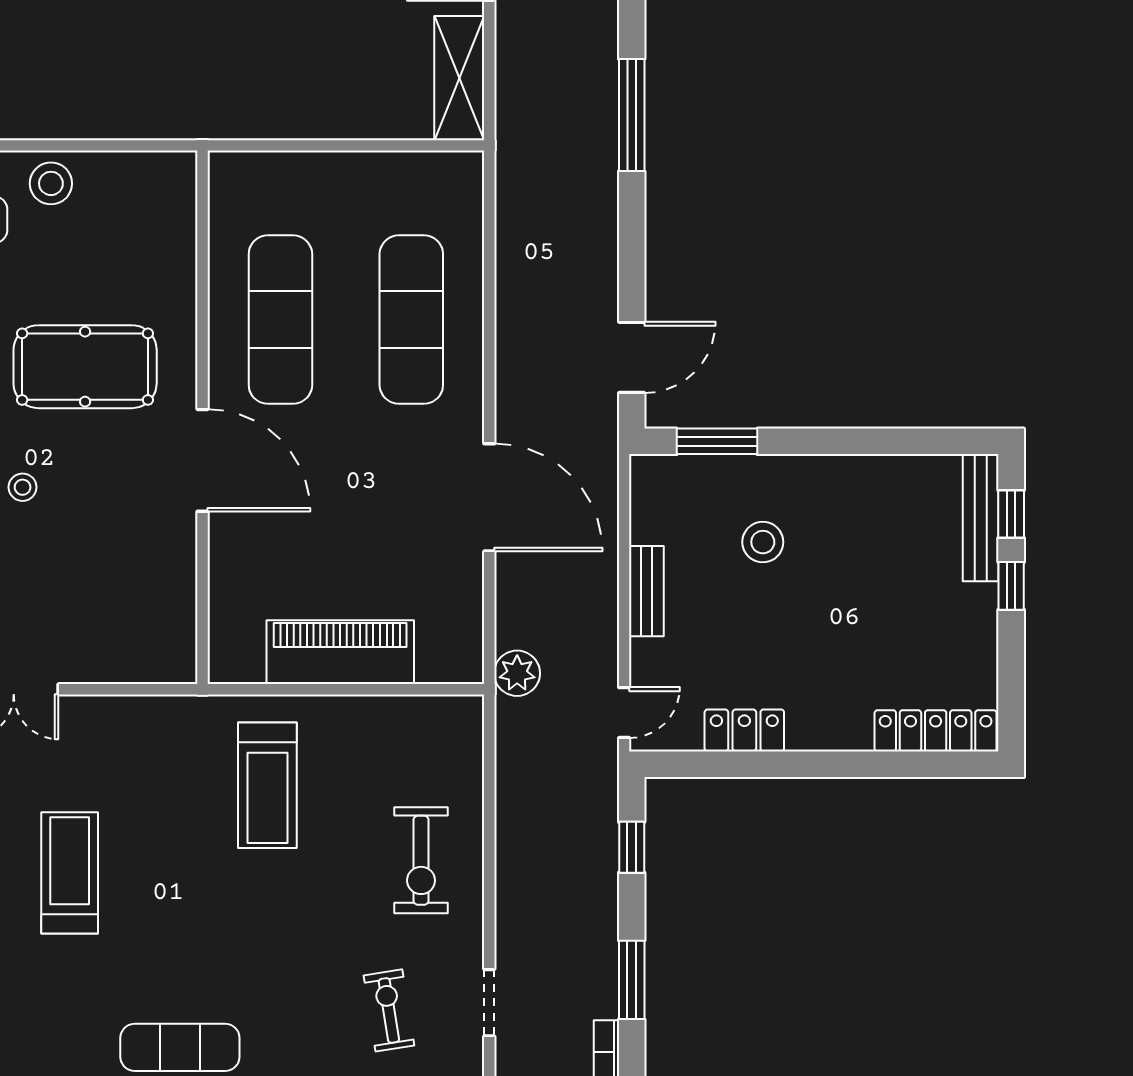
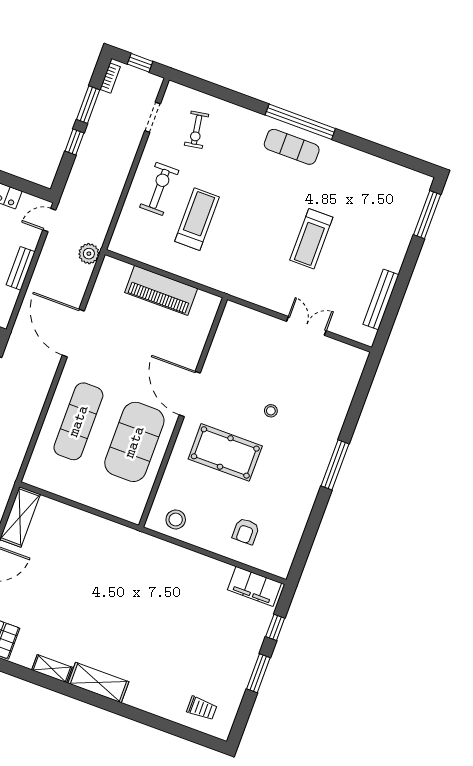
stool: (51, 183) -> (176, 519), moved
exercise mat: (280, 320) -> (134, 442), width x1.47
treadmill: (267, 785) -> (197, 219), moved
window: (632, 847) -> (74, 142), moved

